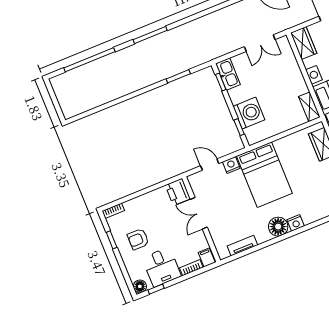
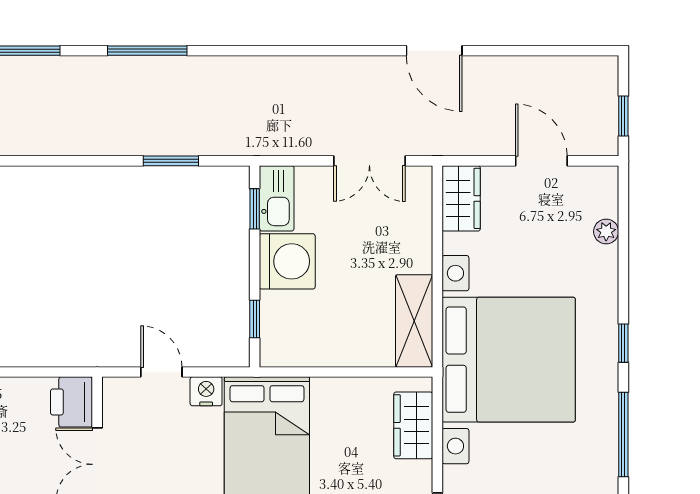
shelving: (309, 107) -> (414, 321), width x1.50, depth x1.33
washing machine: (249, 113) -> (287, 261), moved

